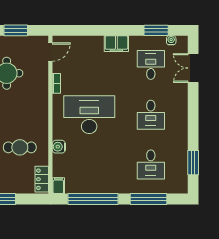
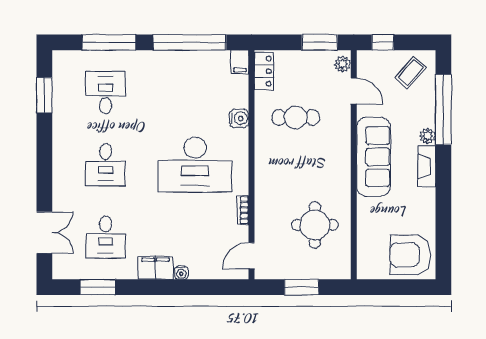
water cooler: (171, 40) -> (181, 273), moved
desk: (151, 115) -> (106, 165), turned 180

